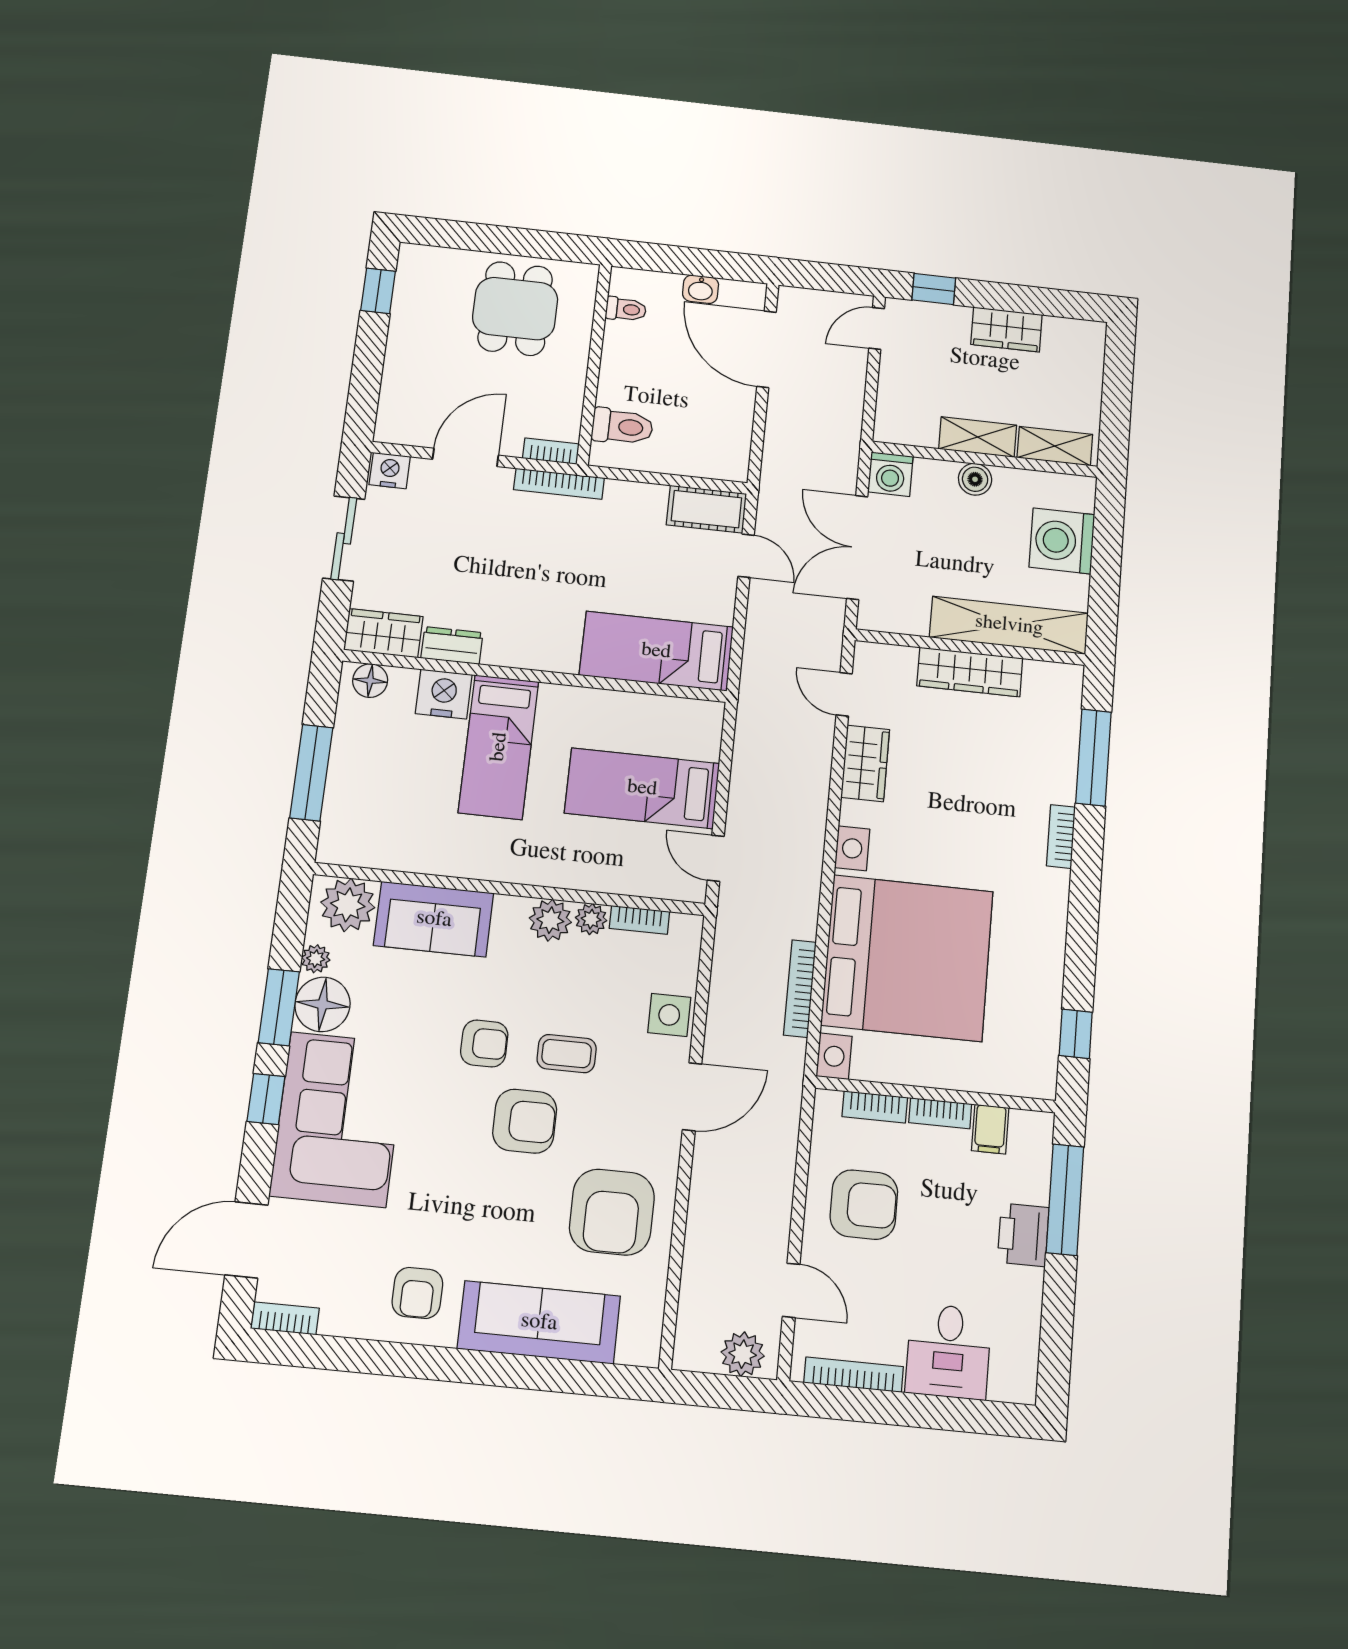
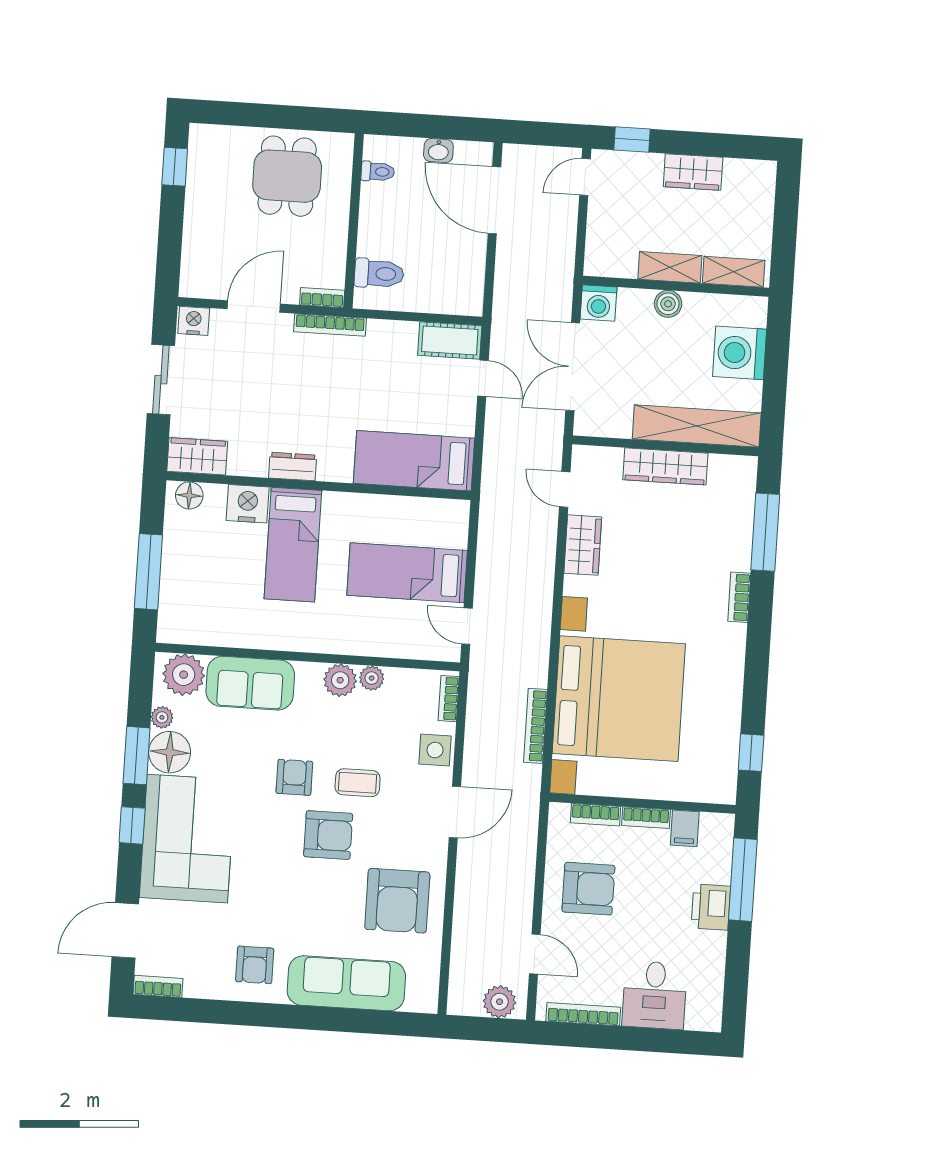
dresser: (452, 645) -> (293, 466), moved
bookcase: (639, 920) -> (449, 699), moved, turned 90
armchair: (484, 1044) -> (294, 777), turned -90

